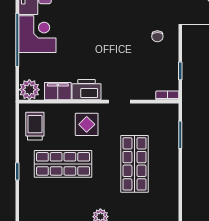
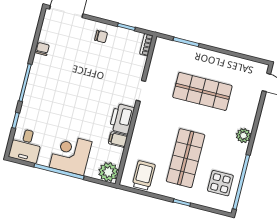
corner desk: (37, 34) -> (71, 154), moved
chair: (157, 36) -> (101, 36), moved
filing cabinet: (58, 91) -> (118, 140), width x0.50
display table: (87, 124) -> (220, 183), moved
trolley: (35, 126) -> (144, 175), turned 90

